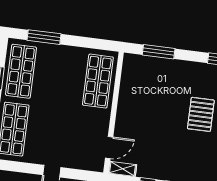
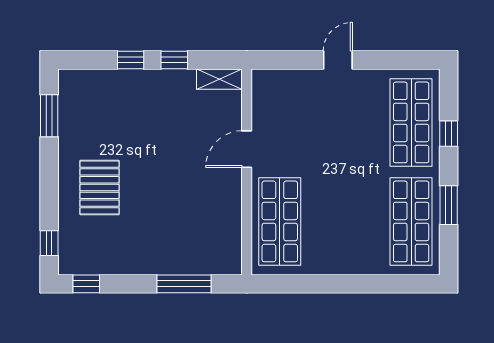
window: (44, 37) -> (380, 284), removed
door: (109, 148) -> (247, 149), moved

